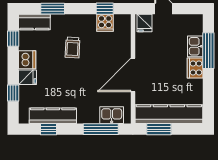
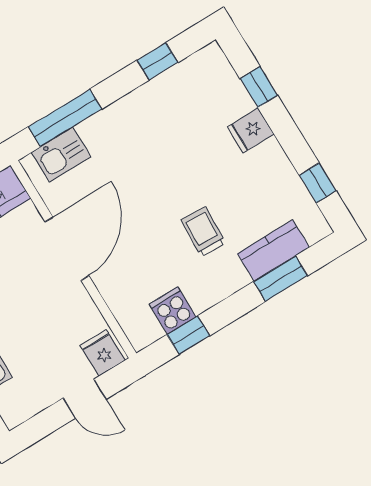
kitchen counter: (34, 22) -> (273, 250), moved
dishwasher: (27, 60) -> (270, 161), removed
kitchen counter: (53, 116) -> (164, 90), removed

